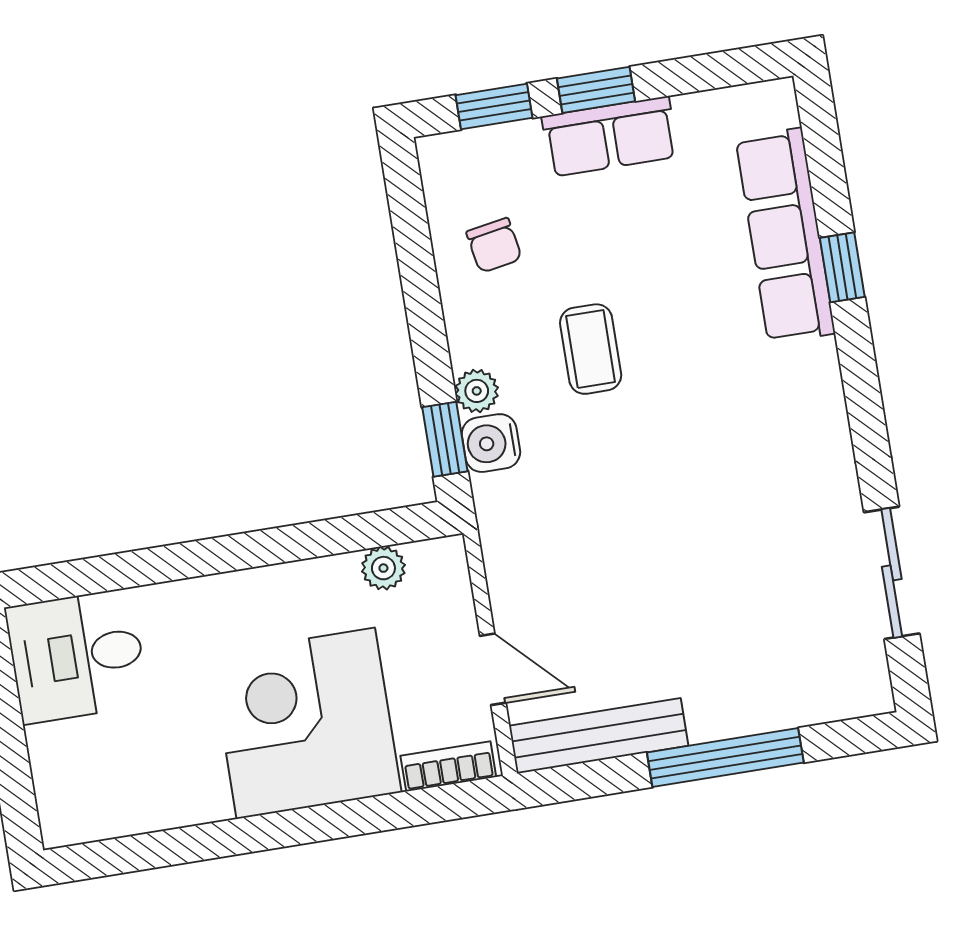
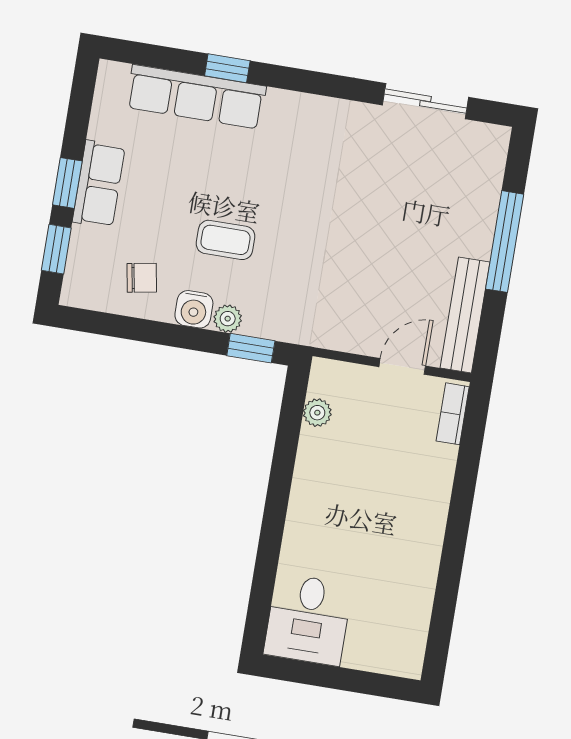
water cooler: (491, 443) -> (194, 309), moved
corner desk: (306, 723) -> (397, 492), removed

